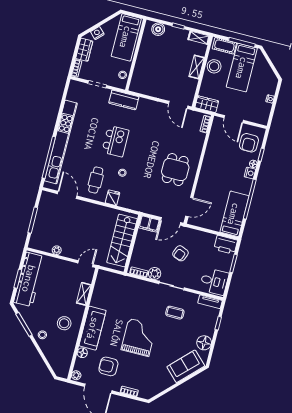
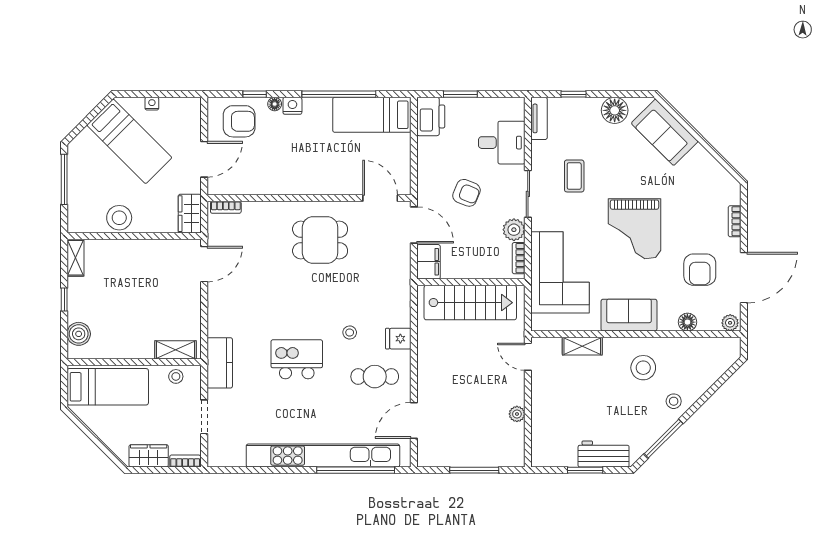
nightstand: (97, 33) -> (113, 440), removed
cot: (224, 46) -> (78, 209), removed
shelving: (197, 67) -> (176, 350), moved
bed: (242, 68) -> (129, 141), moved, turned 45
workbench: (29, 279) -> (604, 454), width x0.53, depth x0.76
desk: (214, 281) -> (502, 143), moved, turned 90
corner sofa: (126, 292) -> (560, 272), added
sofa: (93, 328) -> (629, 315), width x0.73
grand piano: (139, 337) -> (635, 229), turned -90

